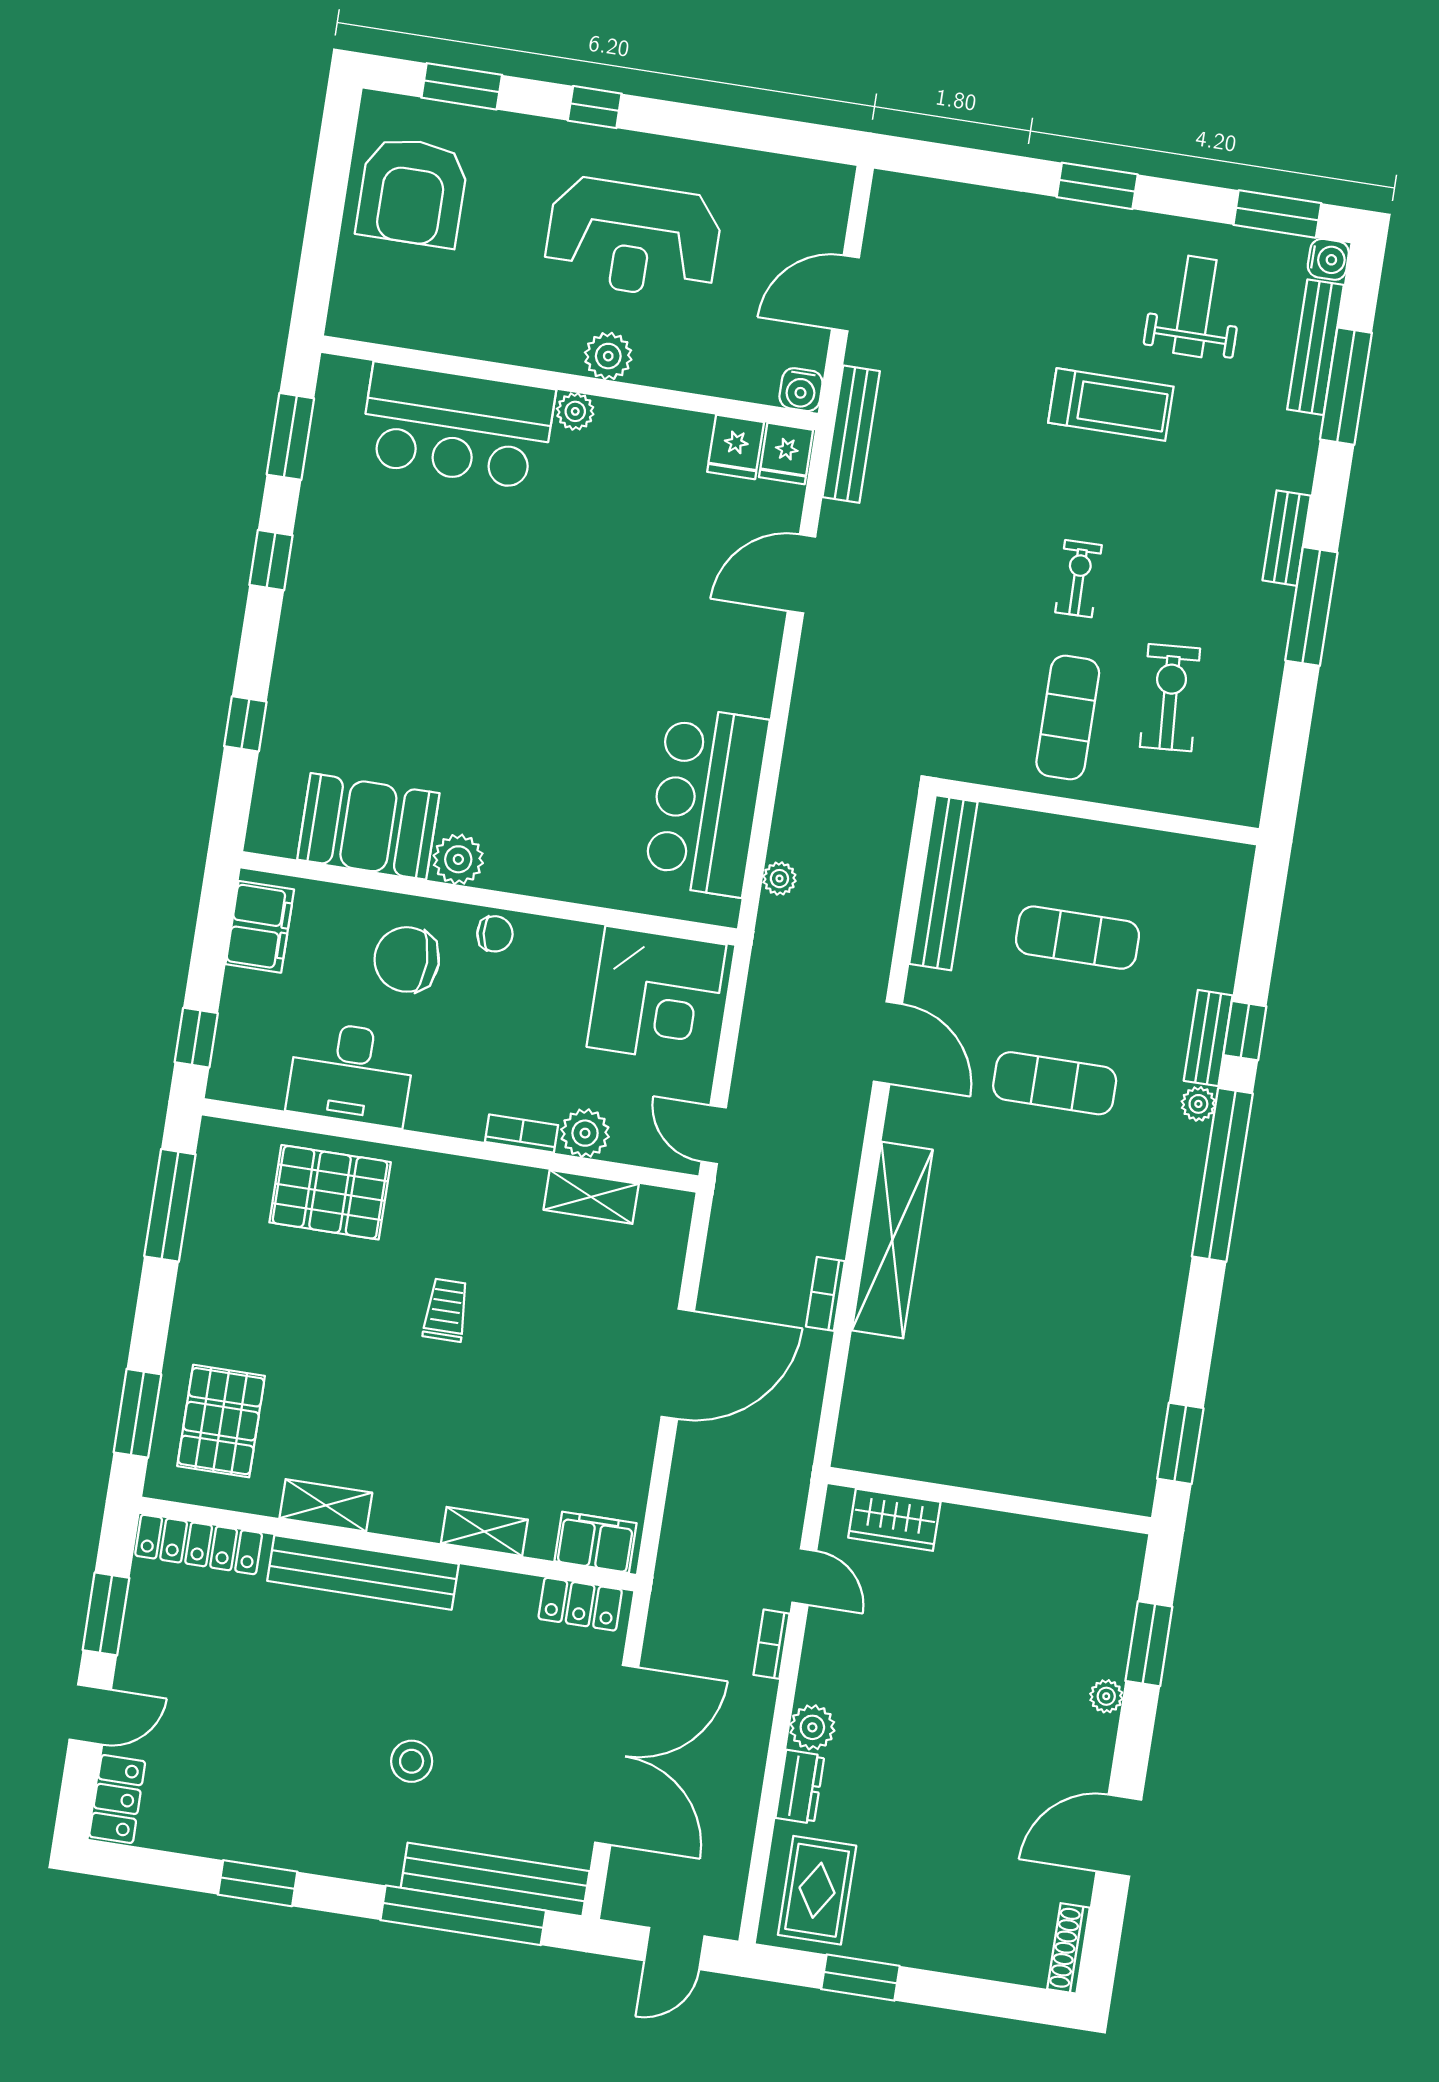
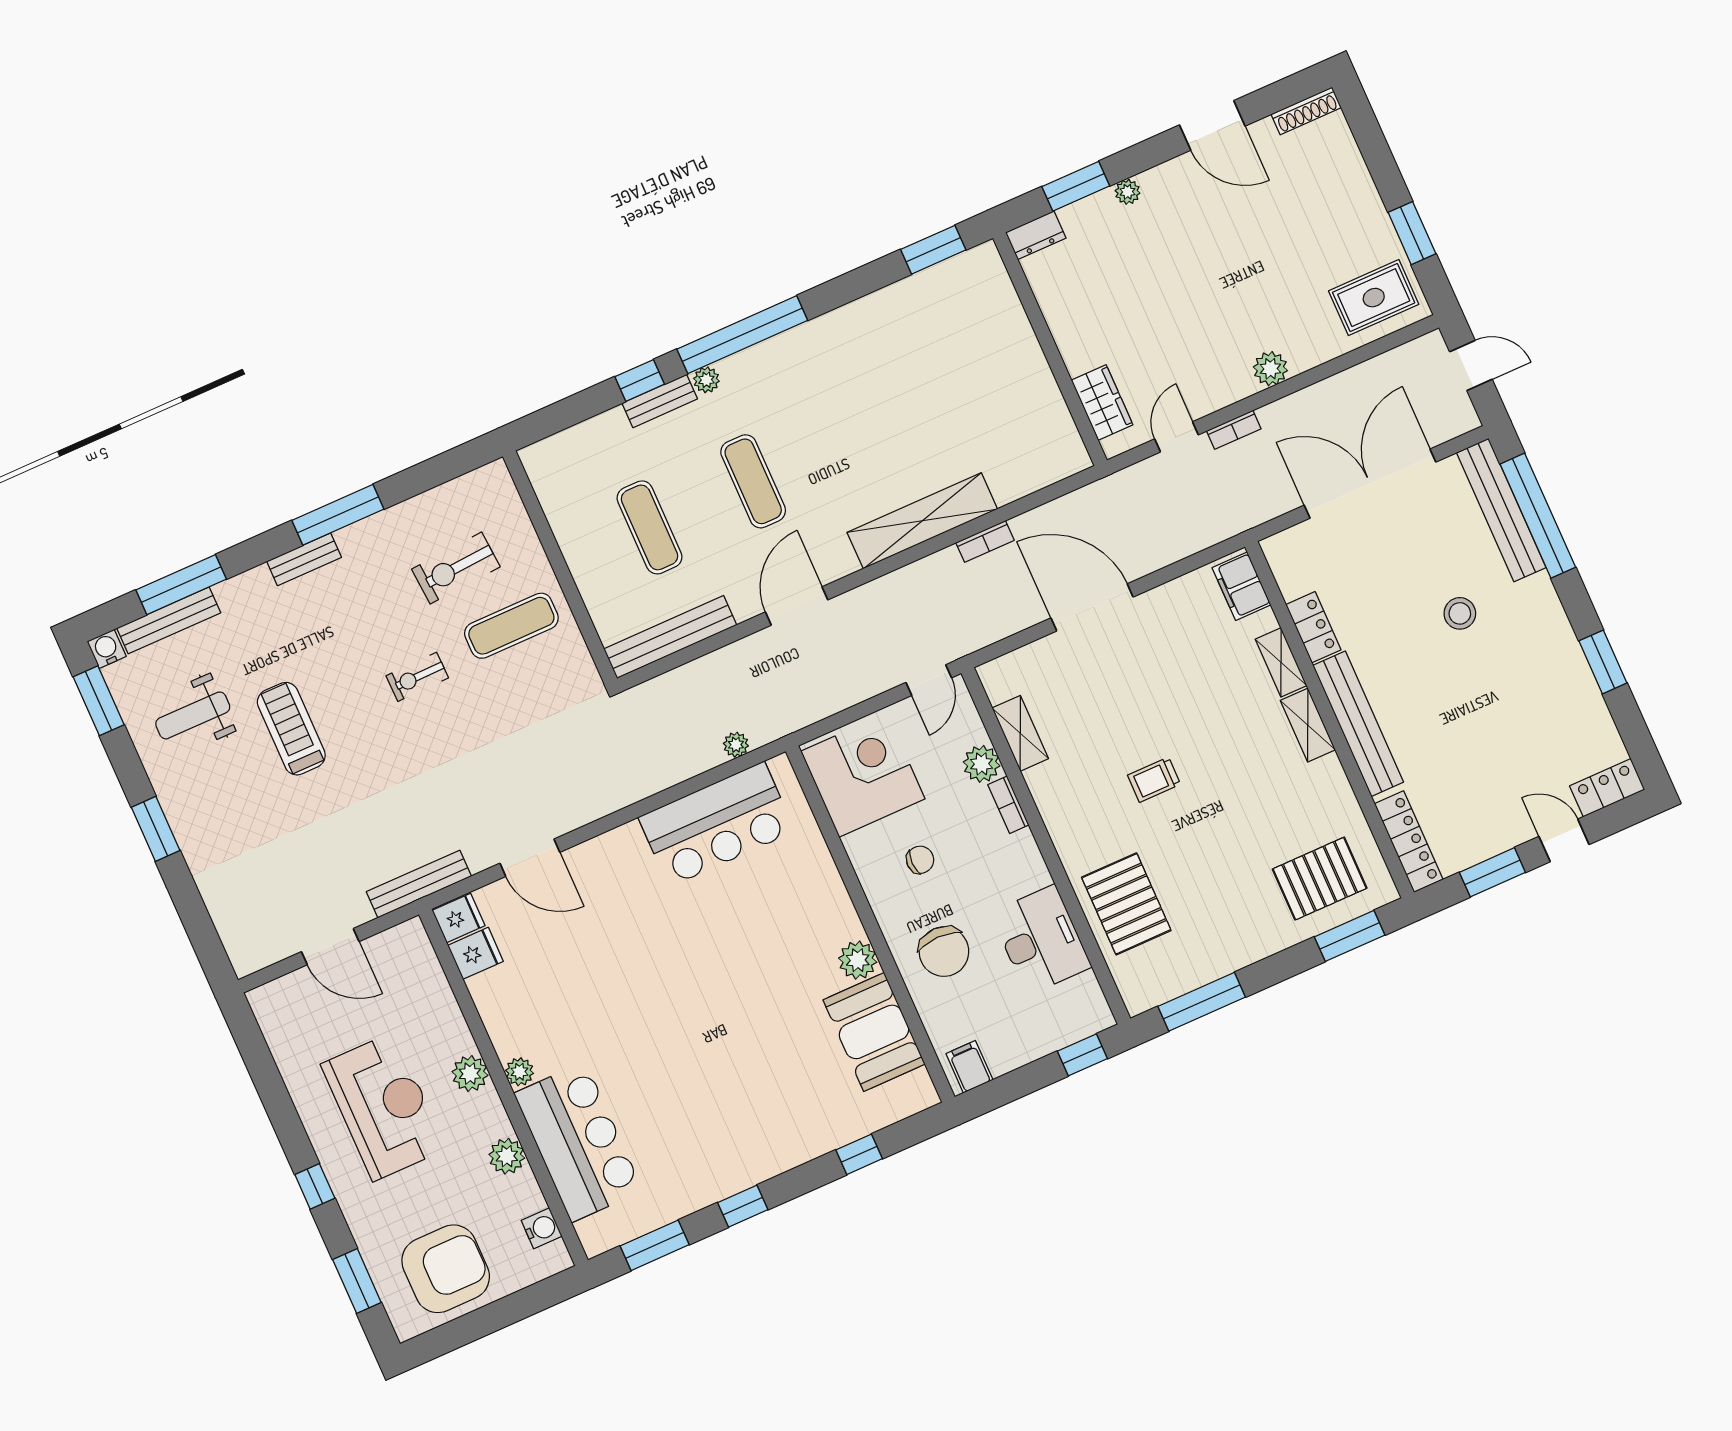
plant: (492, 338) -> (507, 1156), added
water cooler: (801, 390) -> (542, 1228), moved
filing cabinet: (260, 927) -> (969, 1067), width x0.50
chair: (495, 934) -> (920, 860), moved, turned 96
shelving: (326, 1505) -> (1308, 725), moved
locker: (580, 1604) -> (1313, 627), moved
dresser: (800, 1787) -> (1036, 235), moved, turned 180

